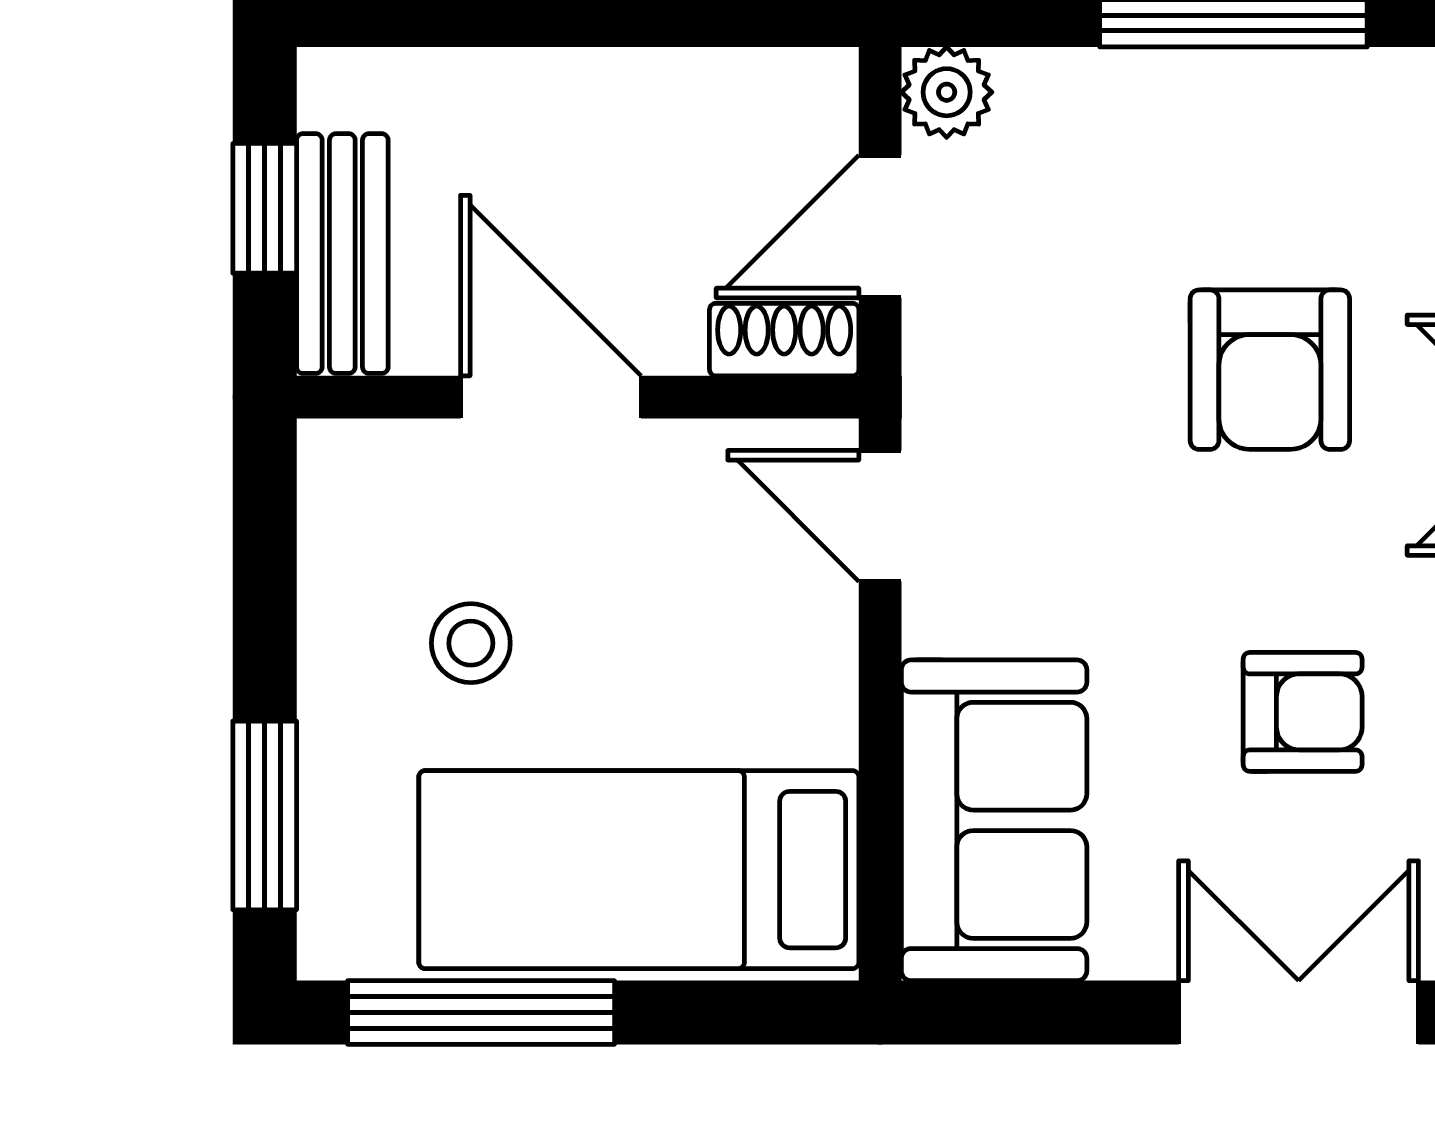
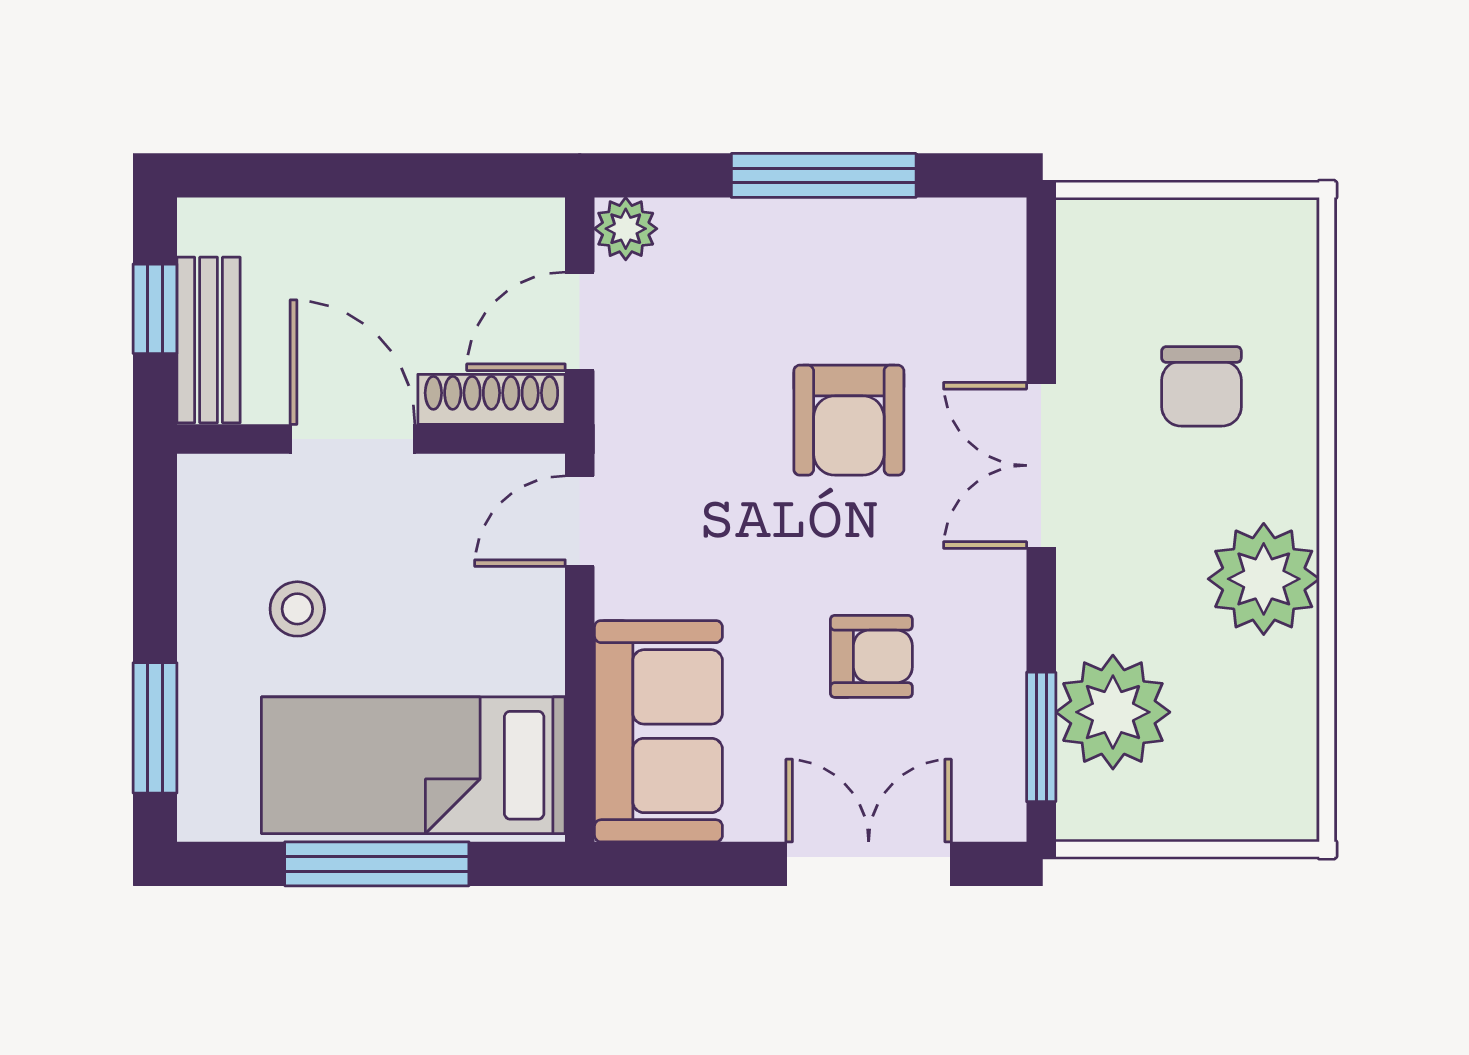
shoe rack: (784, 340) -> (491, 399), width x1.43
door: (880, 516) -> (580, 521), hinge flipped
window: (481, 1012) -> (377, 864), moved

